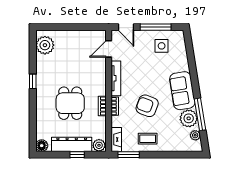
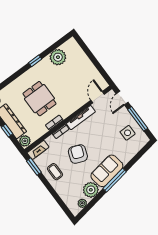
plant: (45, 45) -> (58, 57), moved
door: (109, 49) -> (98, 97), hinge flipped
dining table: (70, 103) -> (39, 99), turned 90
window: (200, 114) -> (115, 180), moved

